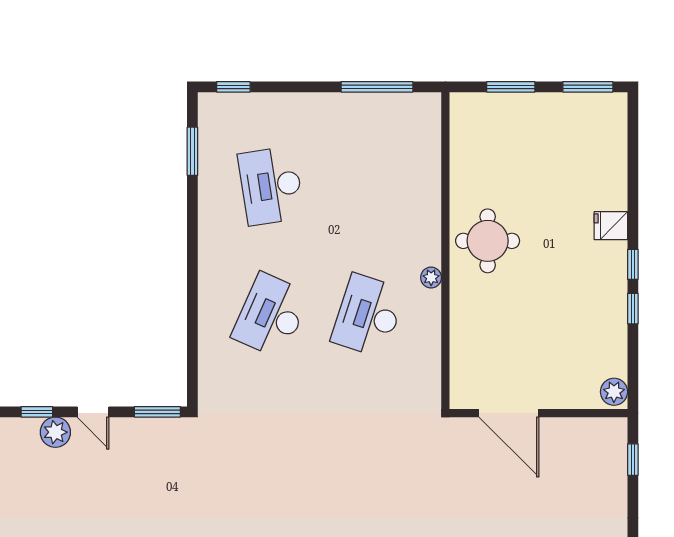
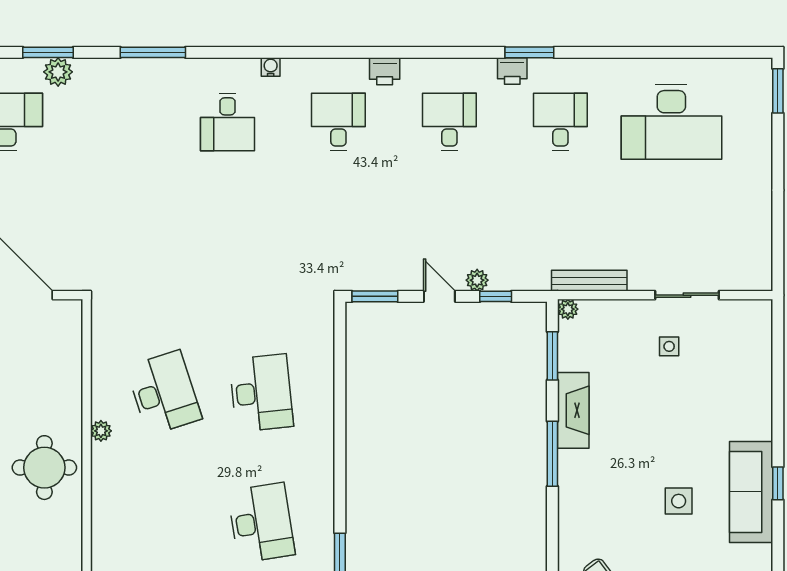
desk: (271, 315) -> (261, 393), turned -30
desk: (368, 315) -> (164, 393), turned -36
plant: (55, 432) -> (477, 280), width x0.73, depth x0.73

